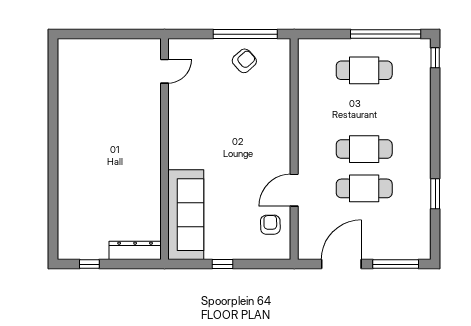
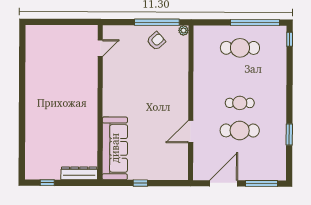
plant: (283, 46) -> (183, 30), added
cafe table: (364, 149) -> (240, 103), width x0.73, depth x0.74
armchair: (270, 225) -> (174, 156), removed

